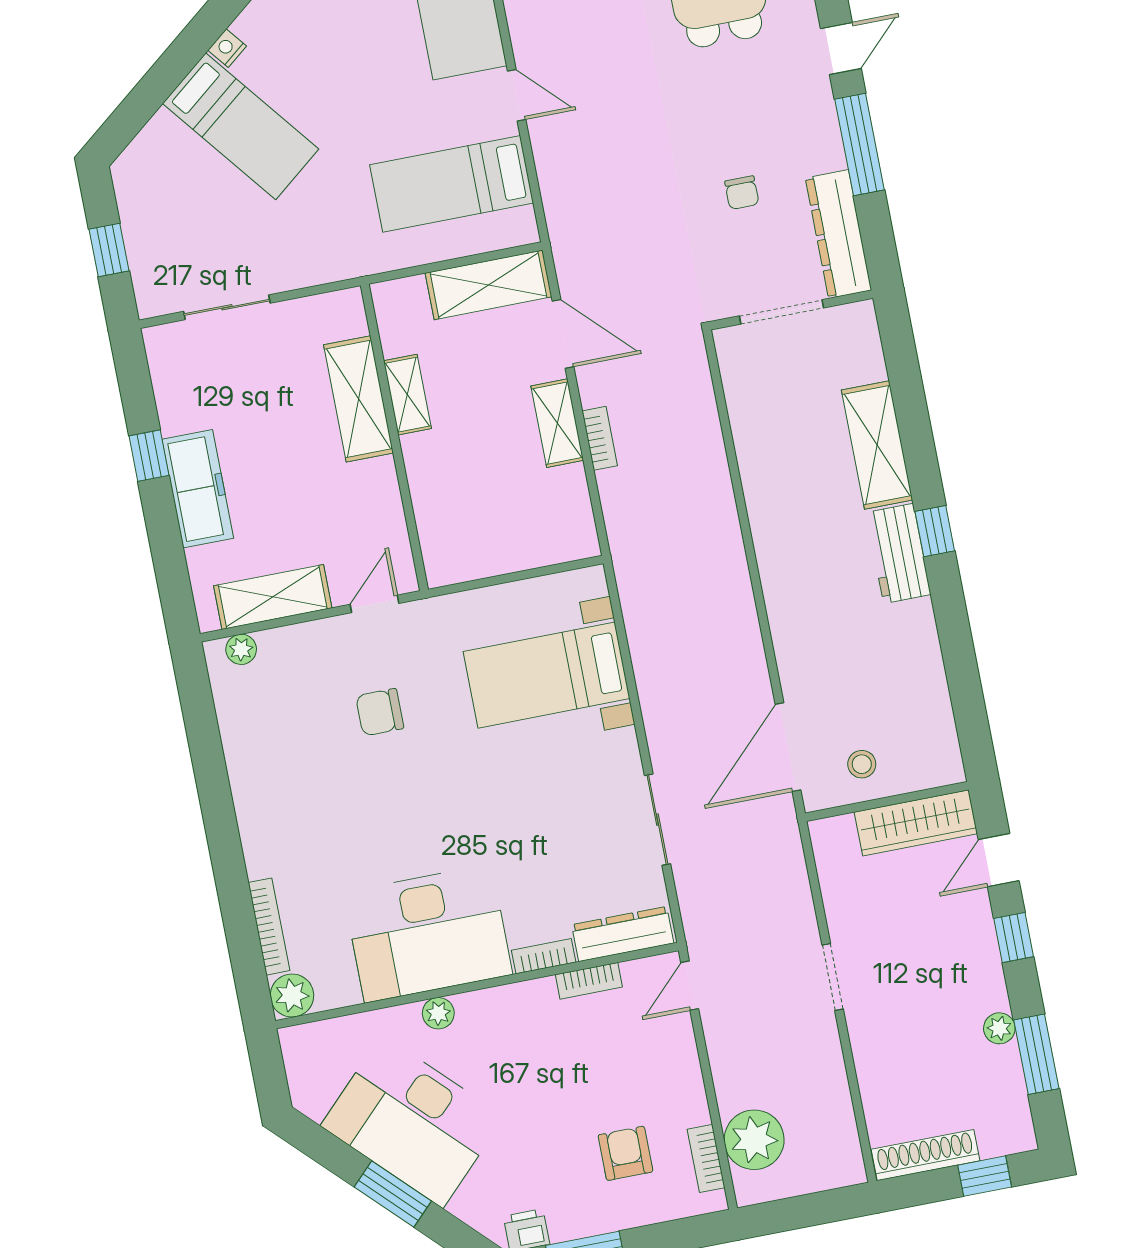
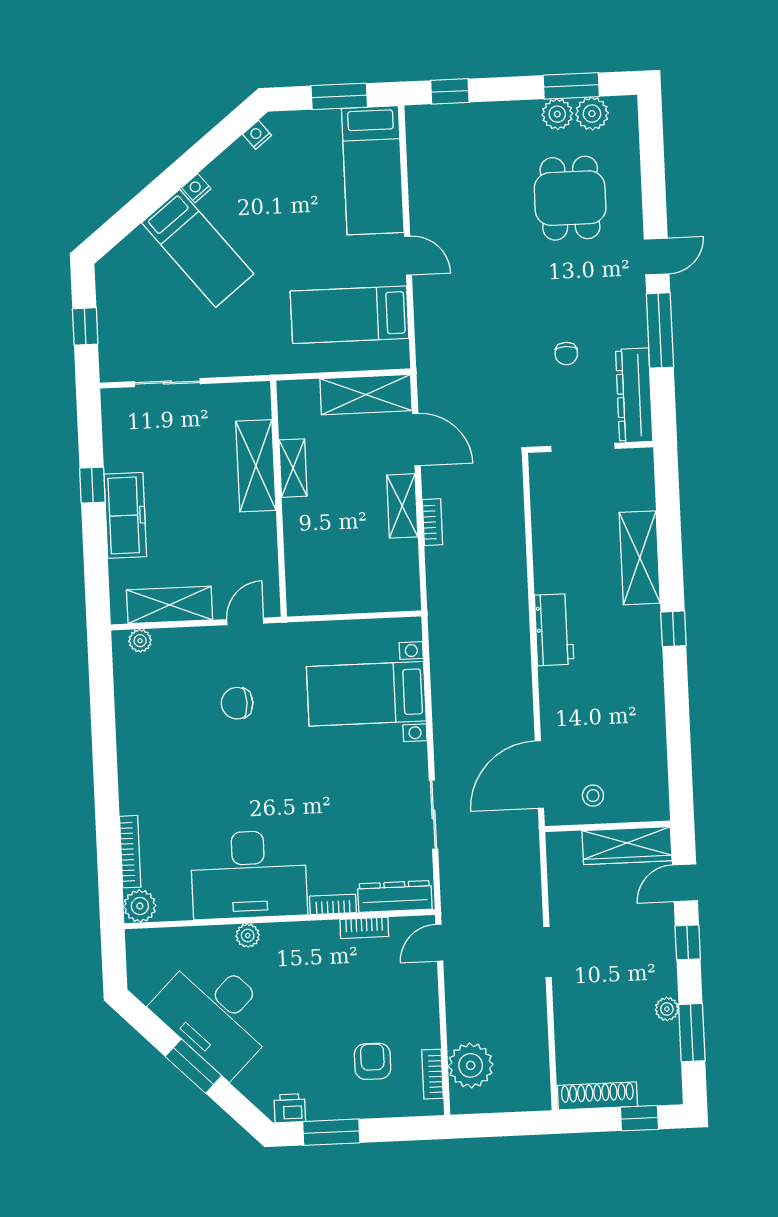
workbench: (898, 554) -> (554, 630), moved, turned 180

